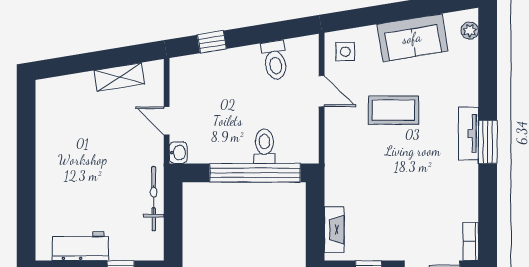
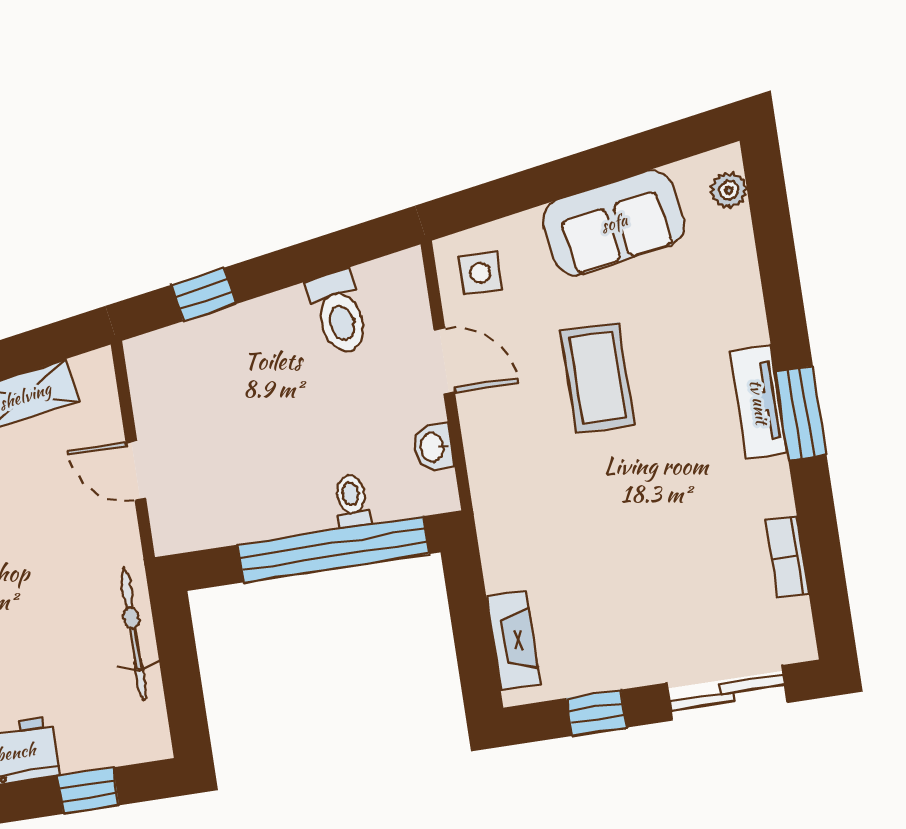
coffee table: (393, 110) -> (598, 378), turned 90
toilet: (264, 146) -> (352, 501), width x0.73, depth x0.72
washbasin: (178, 153) -> (433, 447), moved, turned 180
bookcase: (471, 241) -> (787, 557), moved

